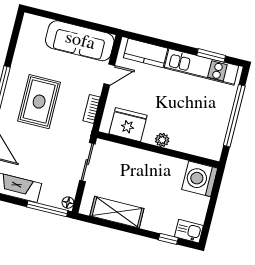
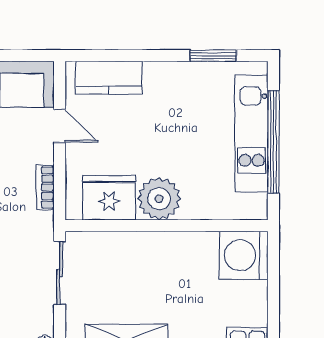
kitchen unit: (201, 67) -> (252, 133), moved, turned 90
door: (109, 75) -> (60, 126), hinge flipped
plant: (162, 140) -> (159, 199), width x1.87, depth x1.87

